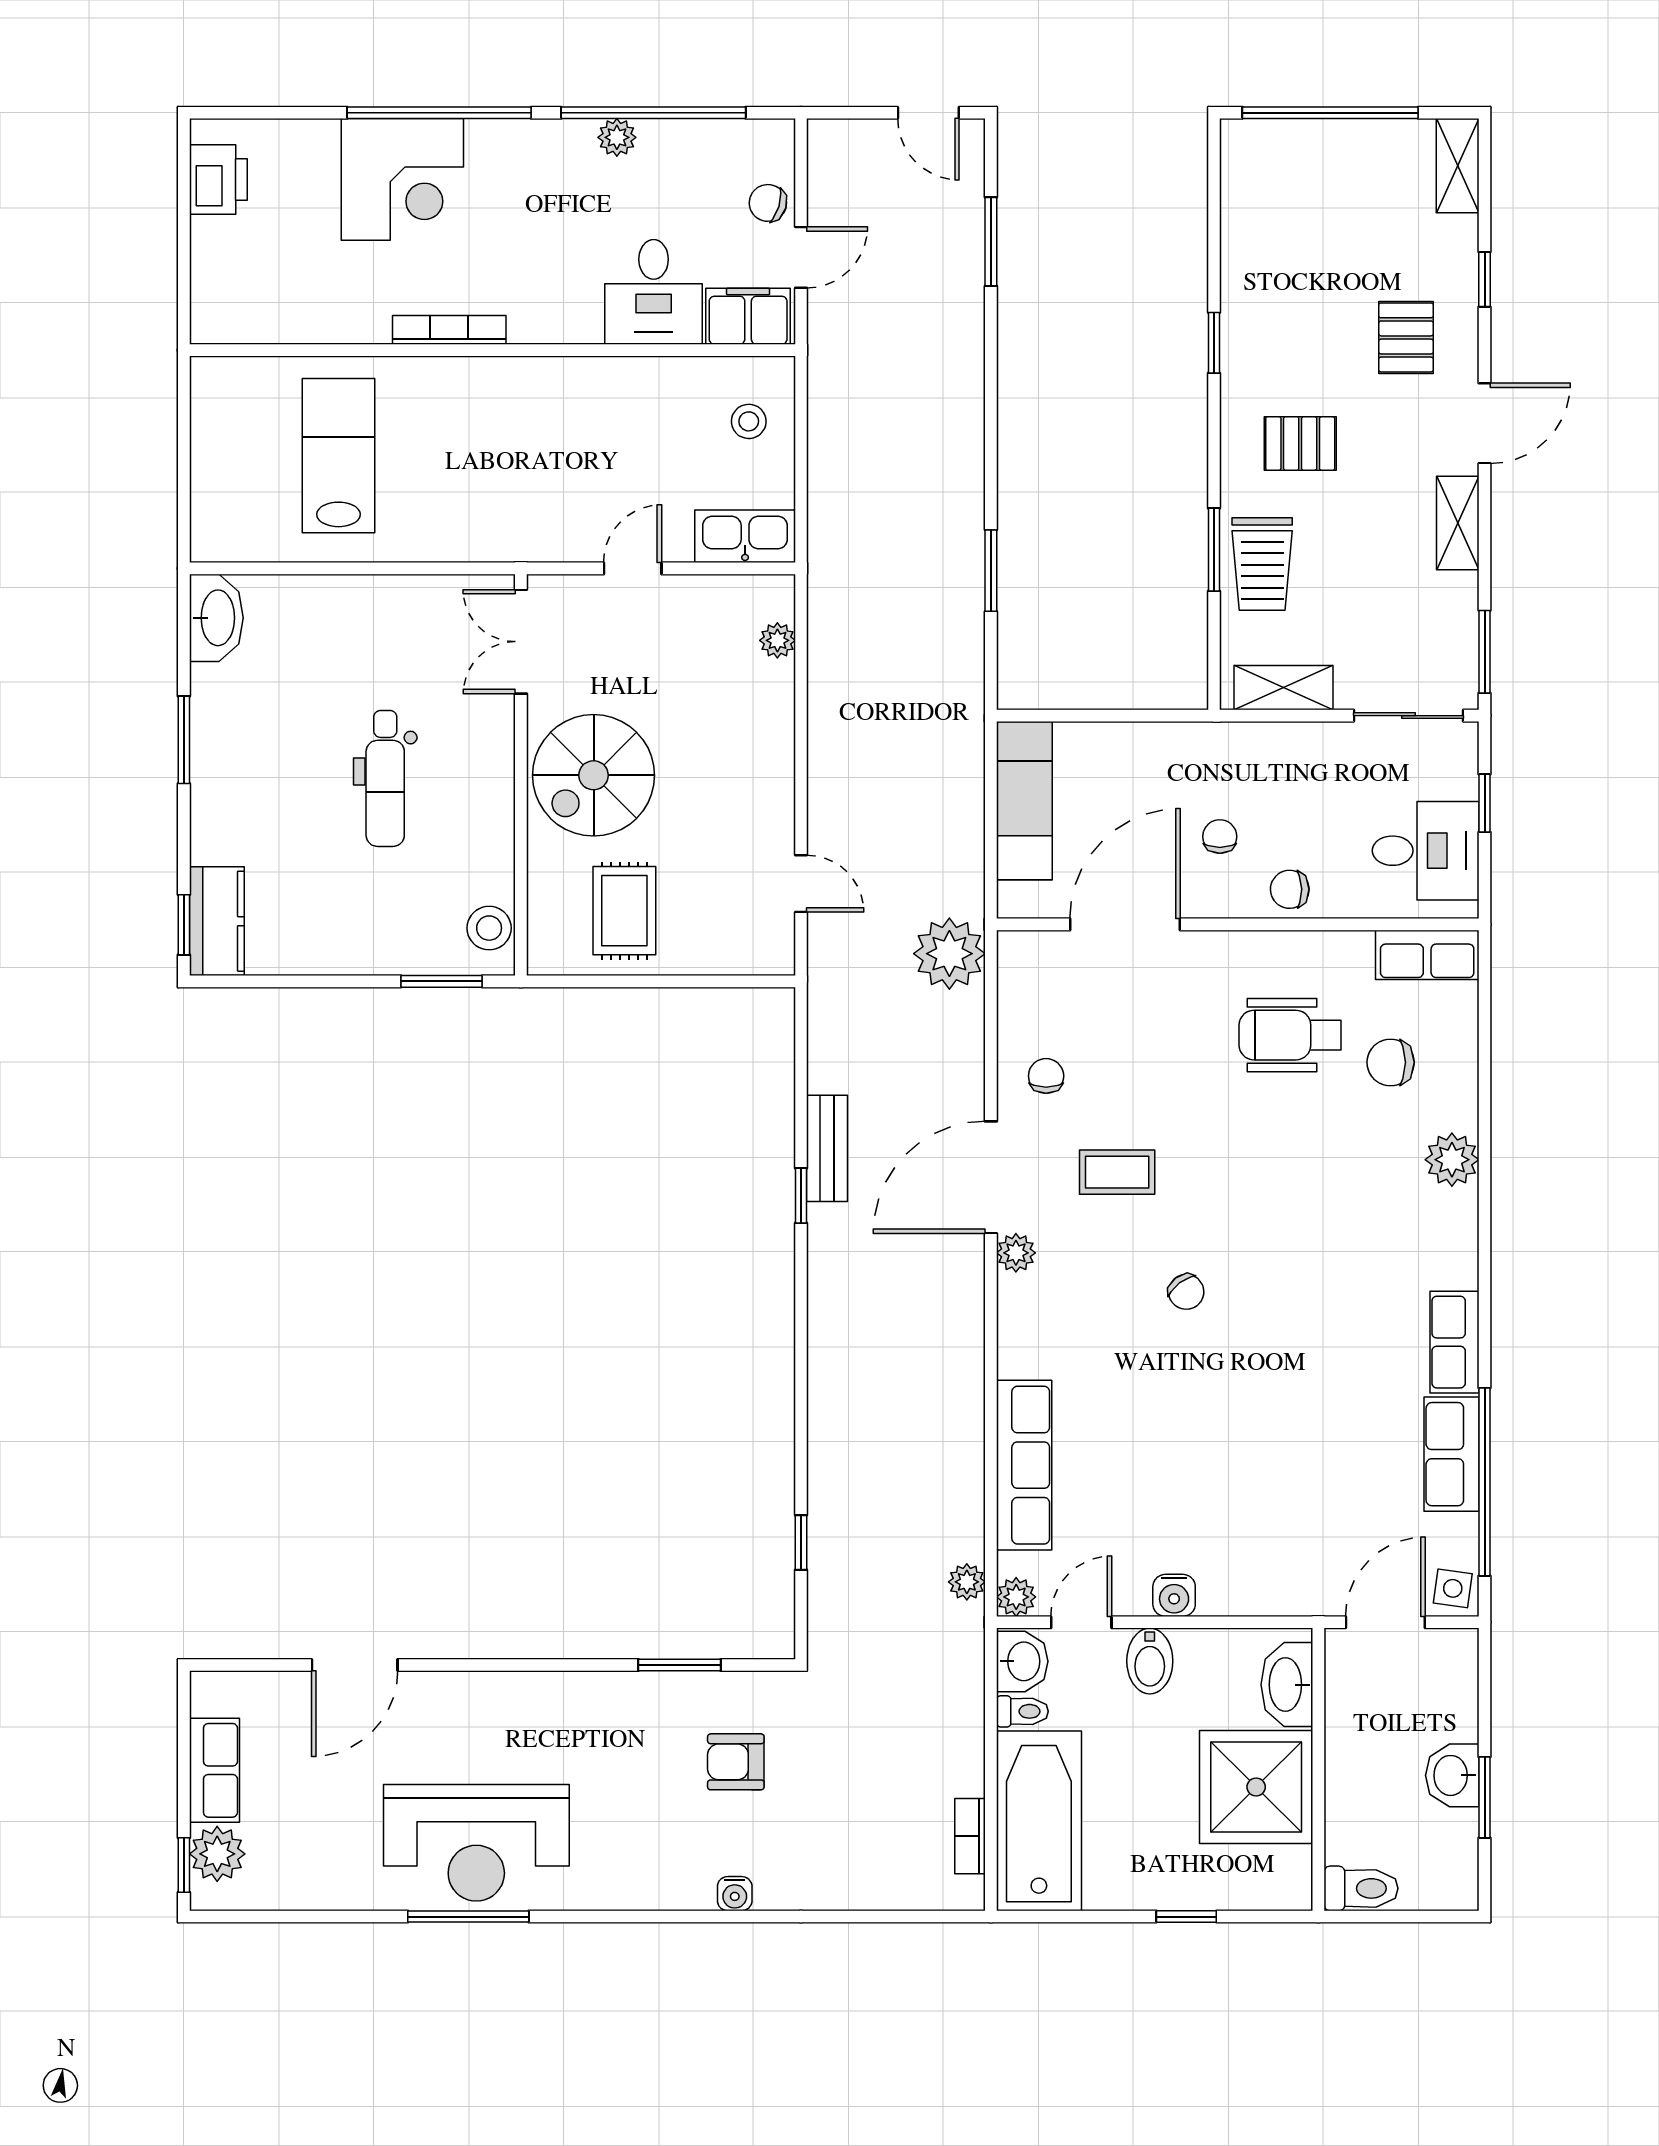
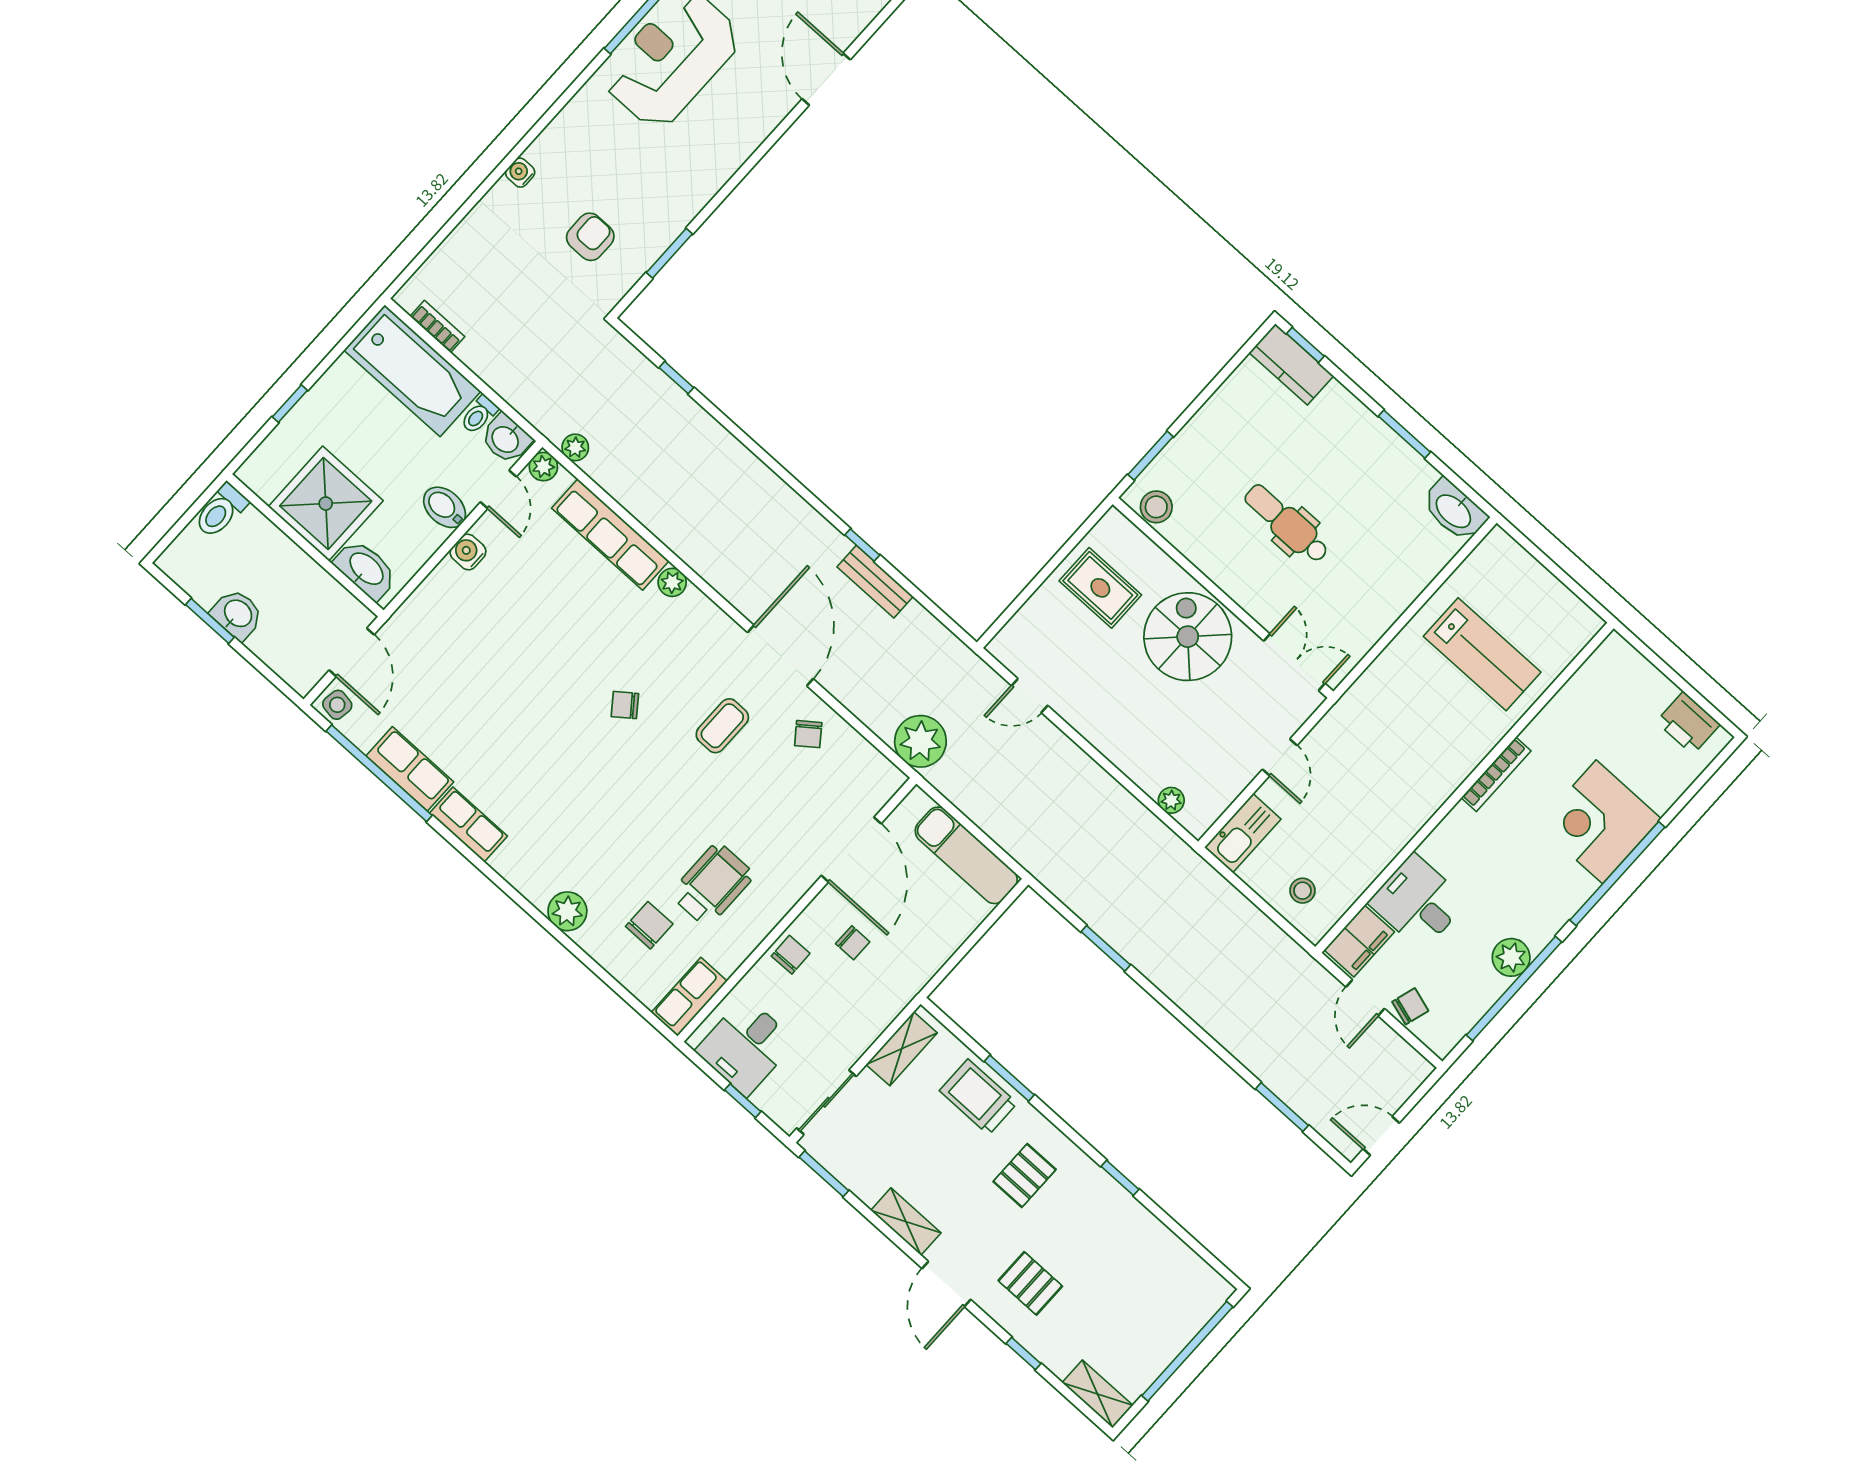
plant: (617, 137) -> (1511, 957), width x1.38, depth x1.38
chair: (1046, 1076) -> (808, 734), turned 53
plant: (1016, 1253) -> (672, 582), moved

